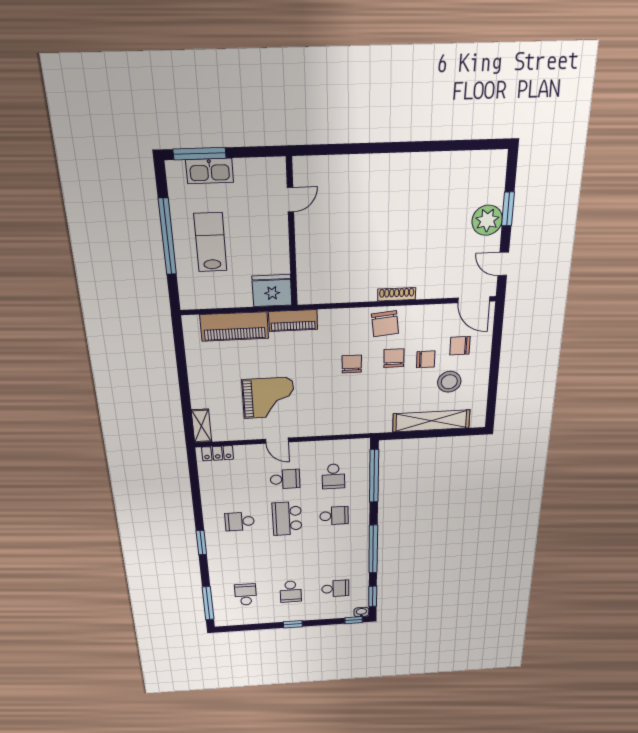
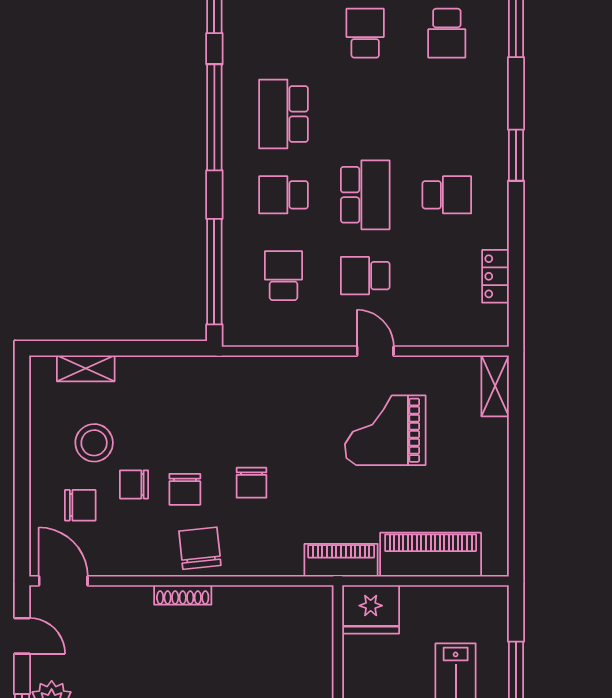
shelving: (431, 421) -> (86, 368), width x0.45, depth x0.75
locker: (217, 453) -> (495, 276), moved, turned -90
school desk: (335, 589) -> (284, 114), moved, width x1.85

